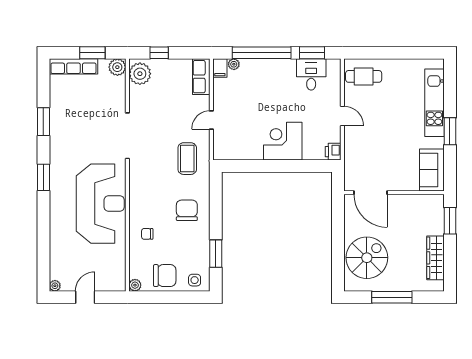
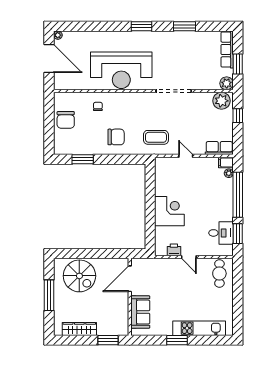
door: (342, 116) -> (189, 257), hinge flipped
printer: (333, 152) -> (174, 250), moved
sofa: (432, 170) -> (140, 312), moved, turned 90
side table: (195, 280) -> (62, 143), removed
plant: (135, 285) -> (58, 97), removed
door: (85, 297) -> (49, 58), width x1.88

